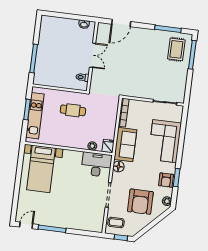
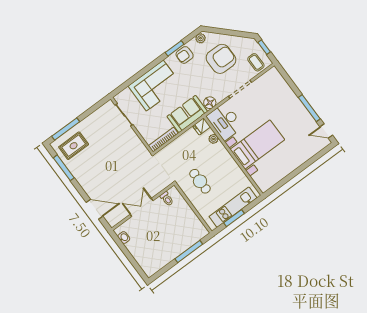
bed with nightstands: (41, 169) -> (257, 145), moved
armchair: (166, 180) -> (185, 55), turned 180

